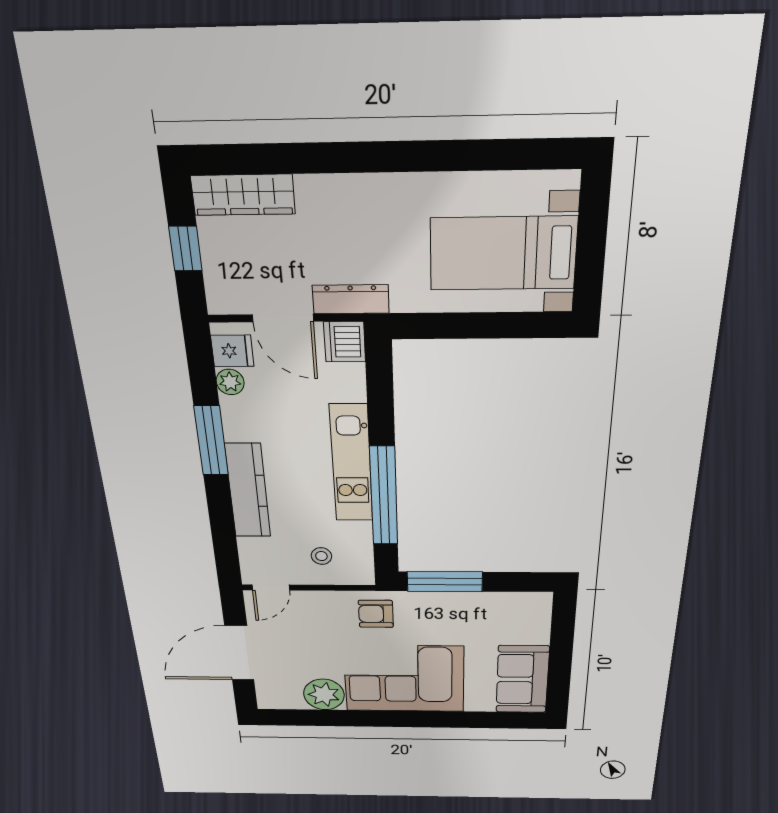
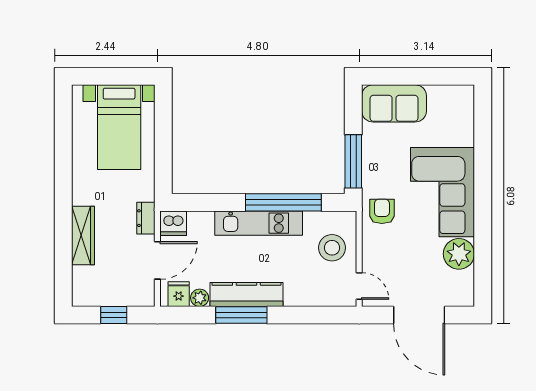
wardrobe: (243, 195) -> (83, 235), moved
dresser: (351, 299) -> (146, 218), width x0.70
kitchen counter: (248, 491) -> (246, 295), moved
stool: (321, 556) -> (332, 248), width x1.89, depth x1.89
armchair: (376, 614) -> (382, 211), turned 180
sofa: (522, 679) -> (394, 103), moved

